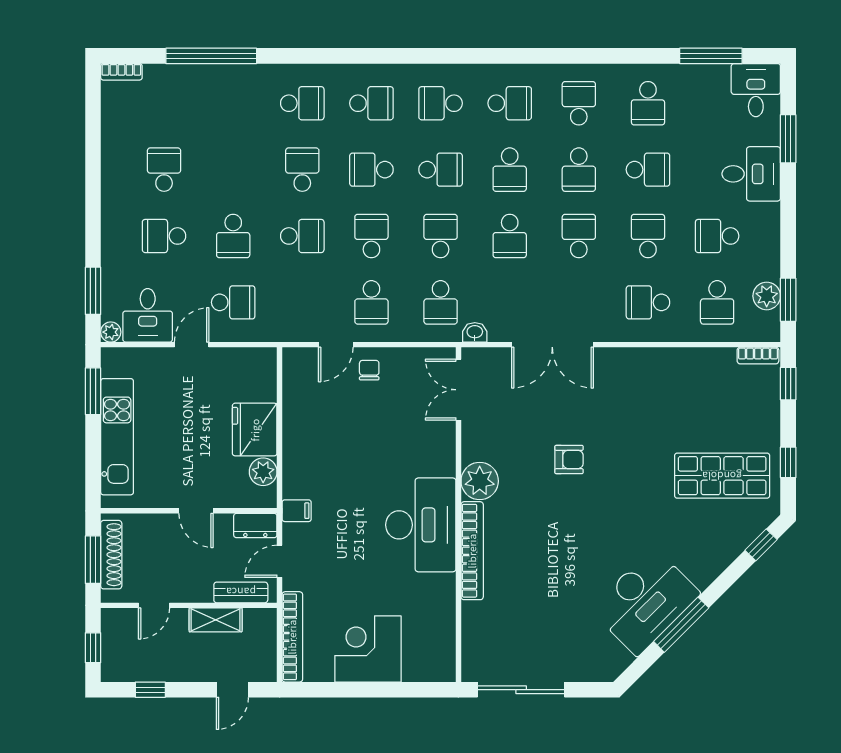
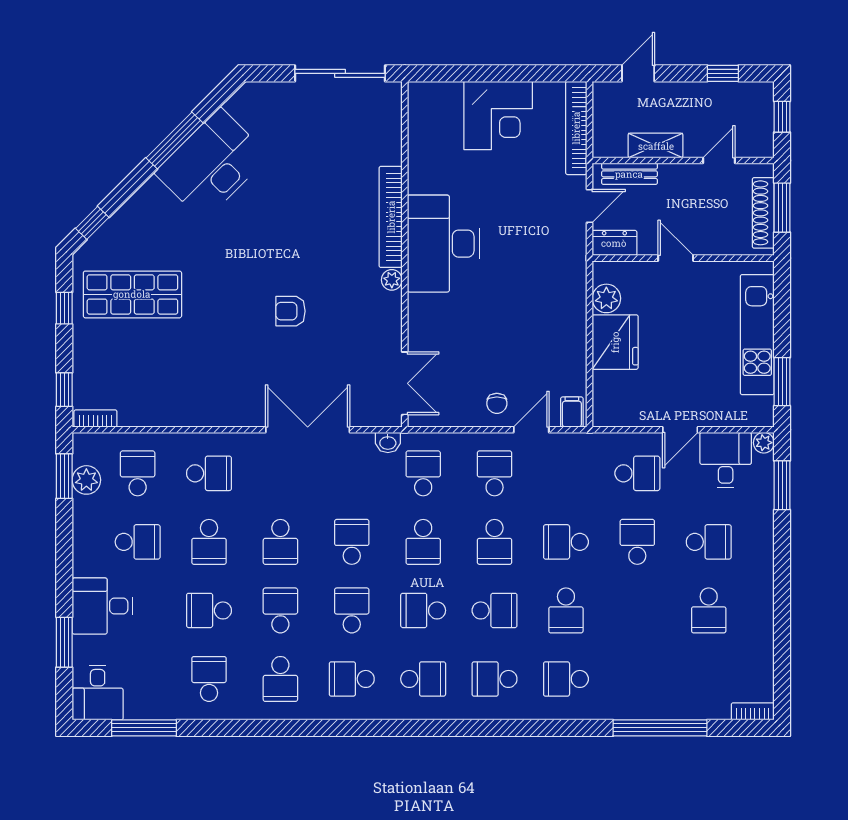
school desk: (233, 302) -> (637, 473), turned 180
plant: (480, 481) -> (392, 280), width x0.53, depth x0.53
filing cabinet: (297, 511) -> (572, 412), moved, turned 90

